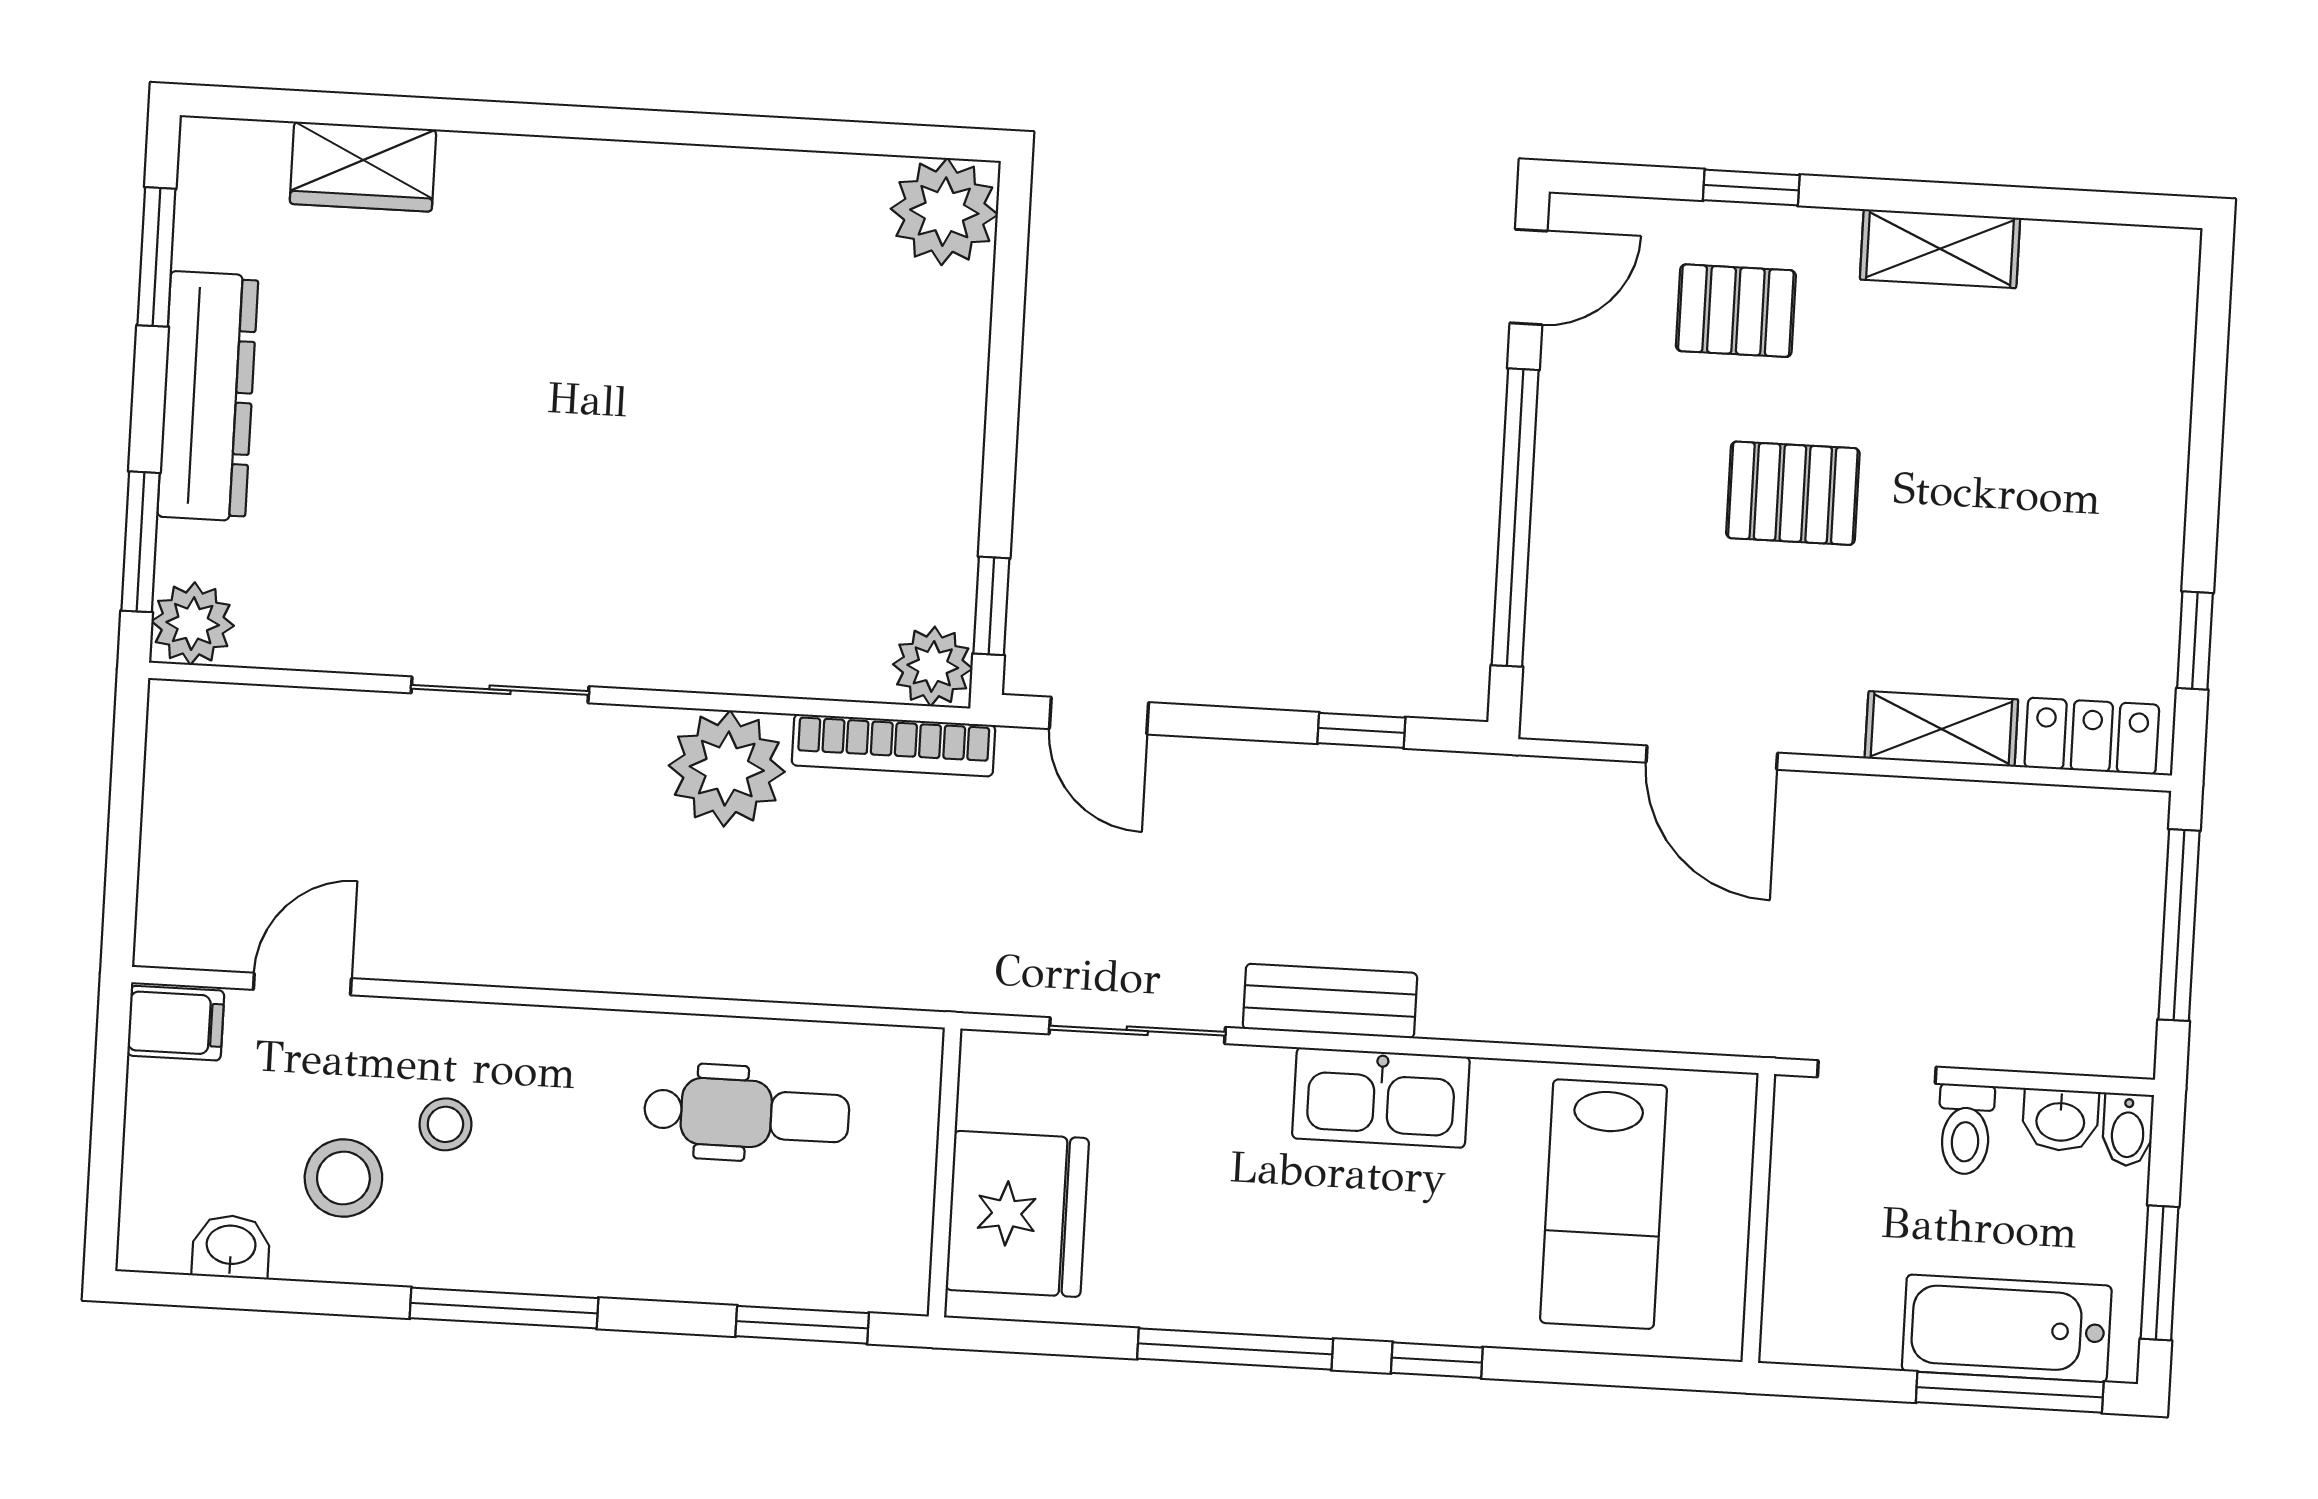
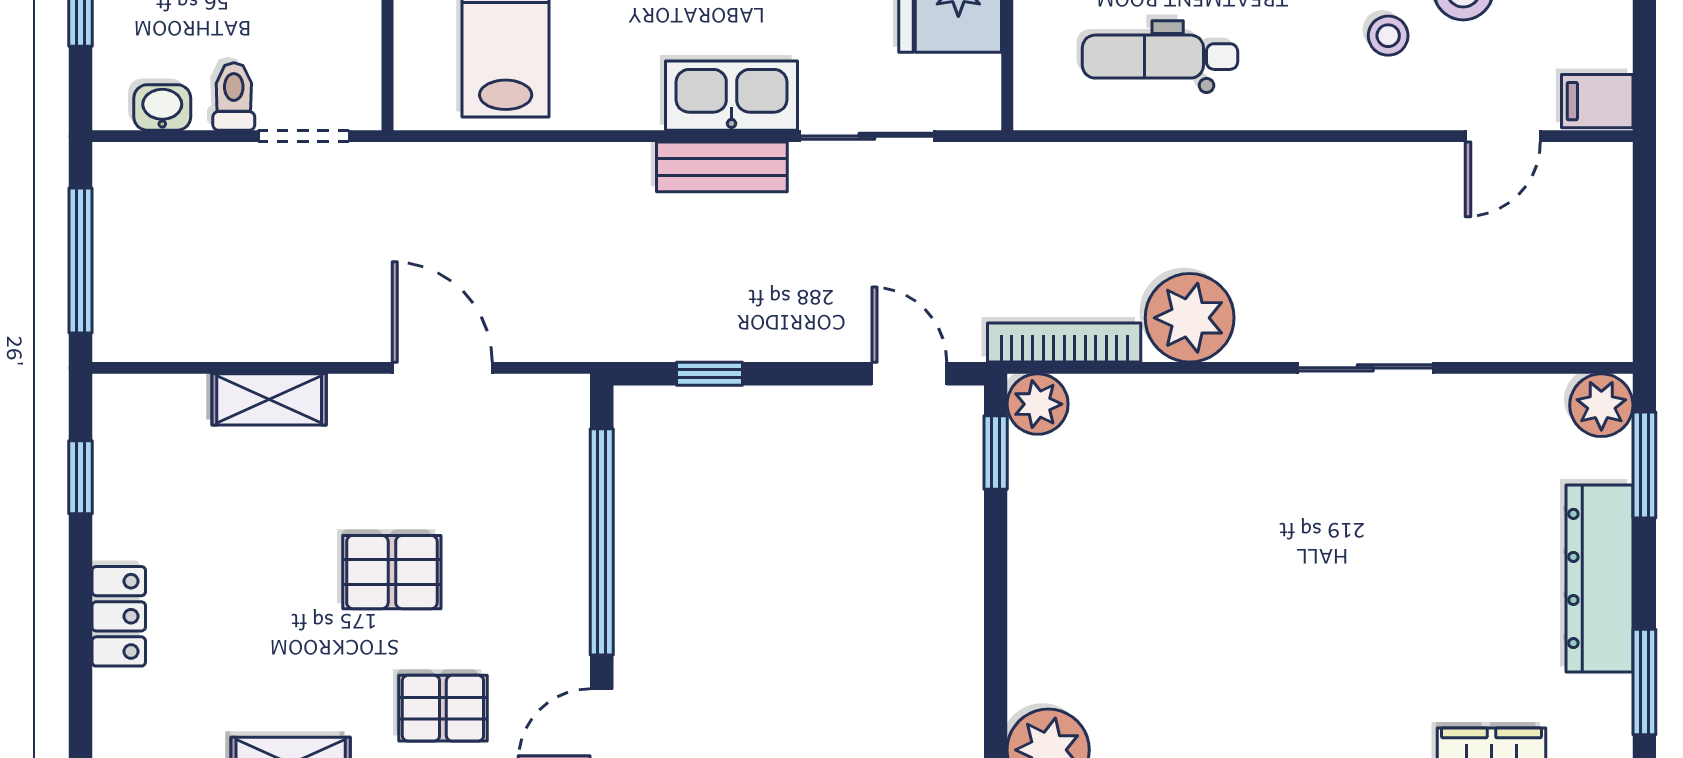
locker: (2092, 736) -> (119, 616), moved, turned -90
kitchen sink: (1381, 1098) -> (732, 96), moved
bidet: (2128, 1130) -> (111, 103), removed

